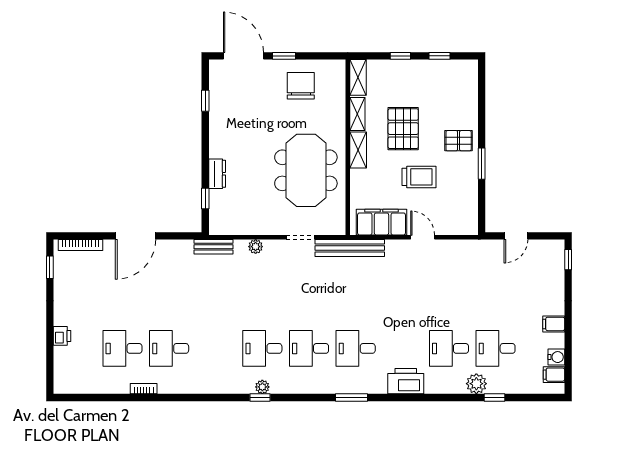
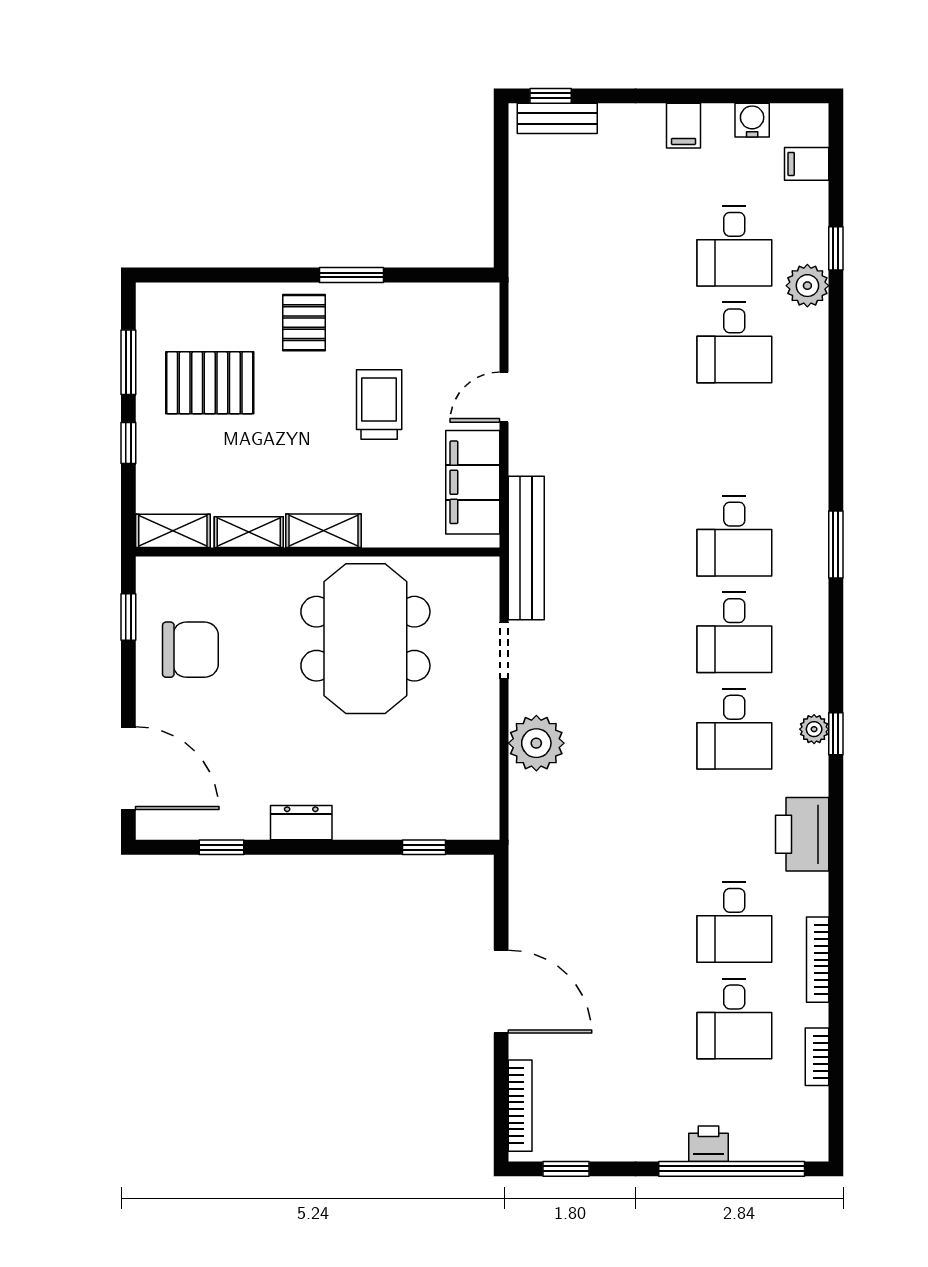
door: (243, 56) -> (128, 768), swing flipped
window: (284, 56) -> (128, 617), moved
window: (439, 56) -> (128, 362), width x1.50
chair: (301, 86) -> (190, 650), turned 180
pallet: (403, 129) -> (210, 383), moved
meeting table: (306, 170) -> (365, 639), turned 90
dresser: (217, 174) -> (301, 823), moved
door: (516, 236) -> (501, 204), removed
bench: (214, 247) -> (557, 118), moved, turned 90
plant: (256, 247) -> (536, 743), width x1.87, depth x1.87
window: (50, 347) -> (732, 1169), added
filing cabinet: (554, 375) -> (807, 164), moved, turned 90
printer: (406, 381) -> (802, 834), moved
bookcase: (104, 388) -> (817, 1057), added
bookcase: (144, 389) -> (818, 960), width x1.56

